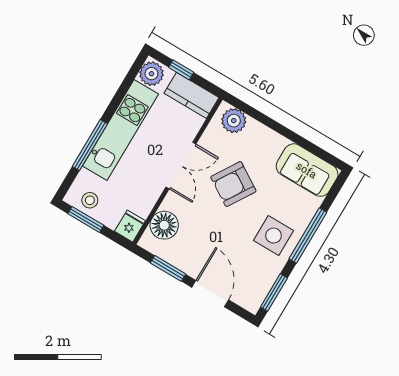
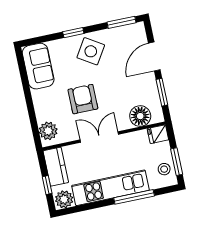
armchair: (233, 184) -> (83, 99), turned -122
window: (308, 235) -> (73, 33), width x0.46
side table: (273, 236) -> (91, 51), turned 32

